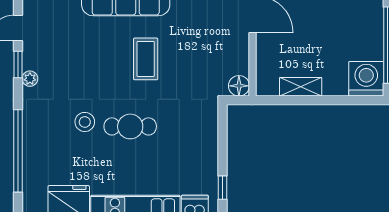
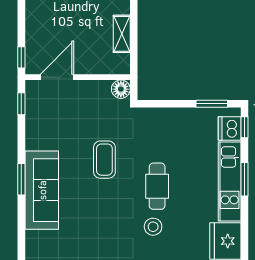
coffee table: (146, 59) -> (104, 160), moved, turned 90
window: (223, 188) -> (212, 104), width x1.50

